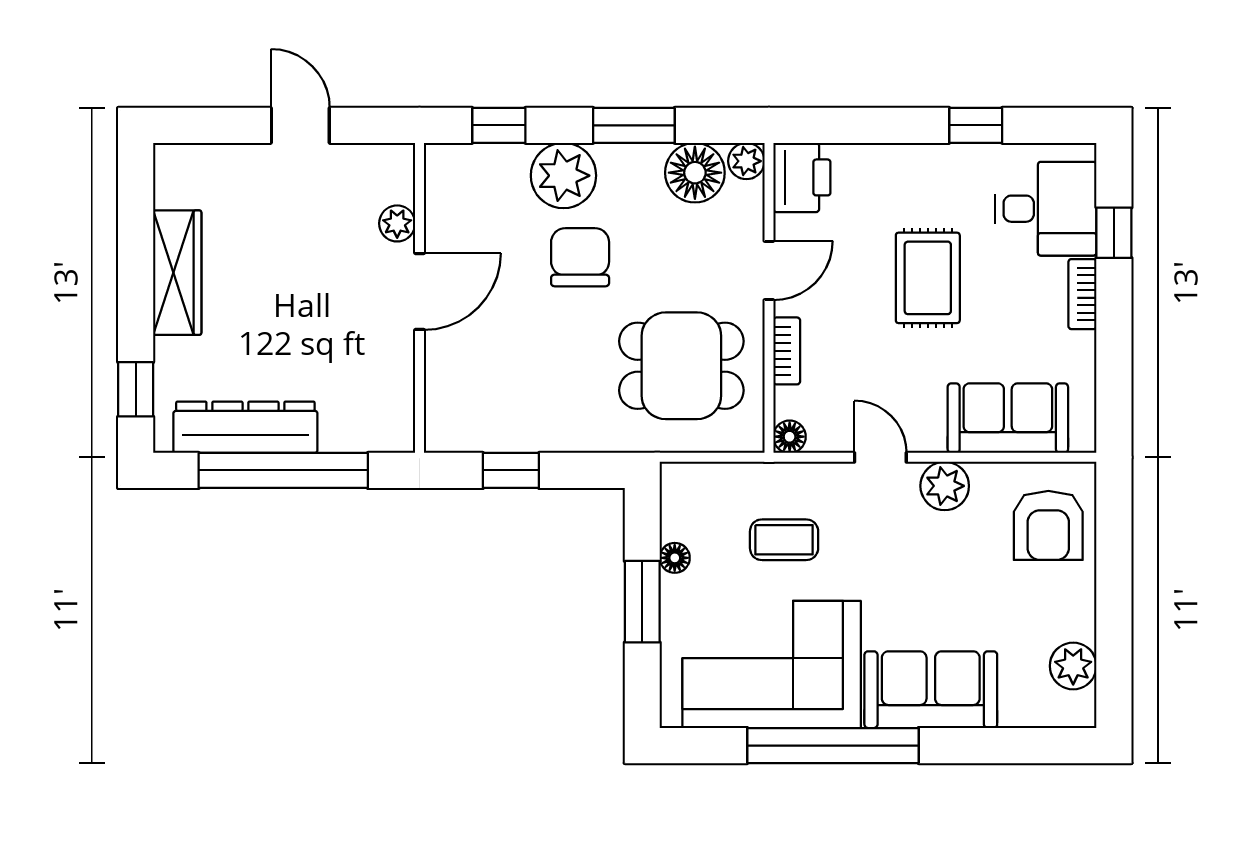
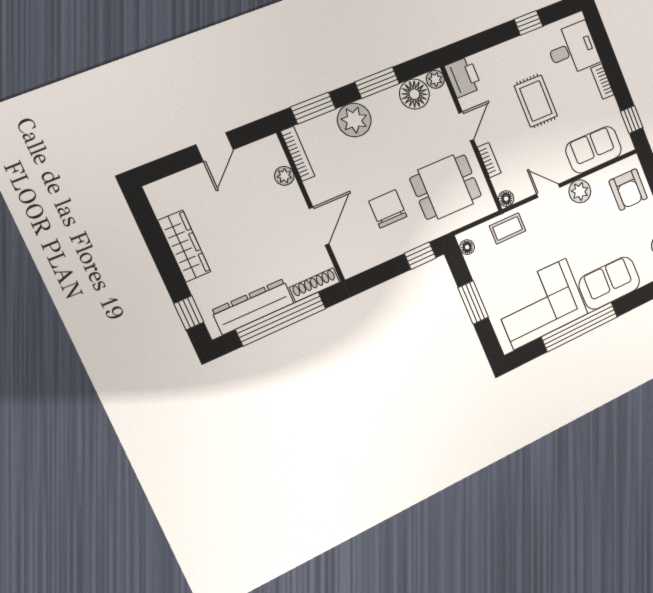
door: (300, 125) -> (215, 147), swing flipped
window: (499, 125) -> (313, 108), width x1.50
bookcase: (437, 195) -> (298, 154), added
window: (1114, 233) -> (632, 119), moved
chair: (580, 257) -> (388, 209), moved
door: (420, 291) -> (319, 226), moved
shoe rack: (367, 437) -> (315, 285), added
window: (511, 470) -> (420, 256), moved
coffee table: (784, 540) -> (508, 228), moved
floor lamp: (675, 558) -> (467, 247), moved

